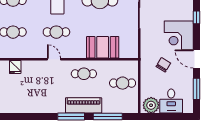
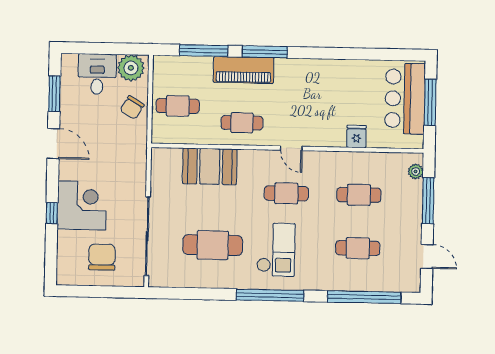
corner desk: (179, 35) -> (82, 205), moved
chair: (163, 65) -> (132, 108), moved

